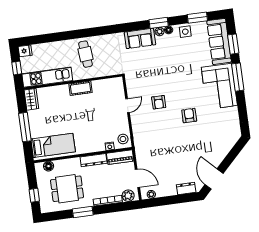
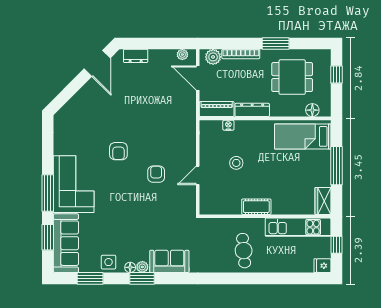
stool: (123, 139) -> (236, 163), moved

